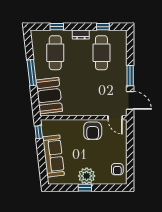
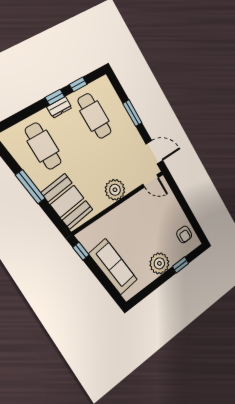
window: (57, 27) -> (55, 97), moved
window: (130, 76) -> (132, 113), moved
plant: (86, 108) -> (115, 190), added
armchair: (93, 131) -> (137, 210), removed
window: (85, 188) -> (181, 265), moved

